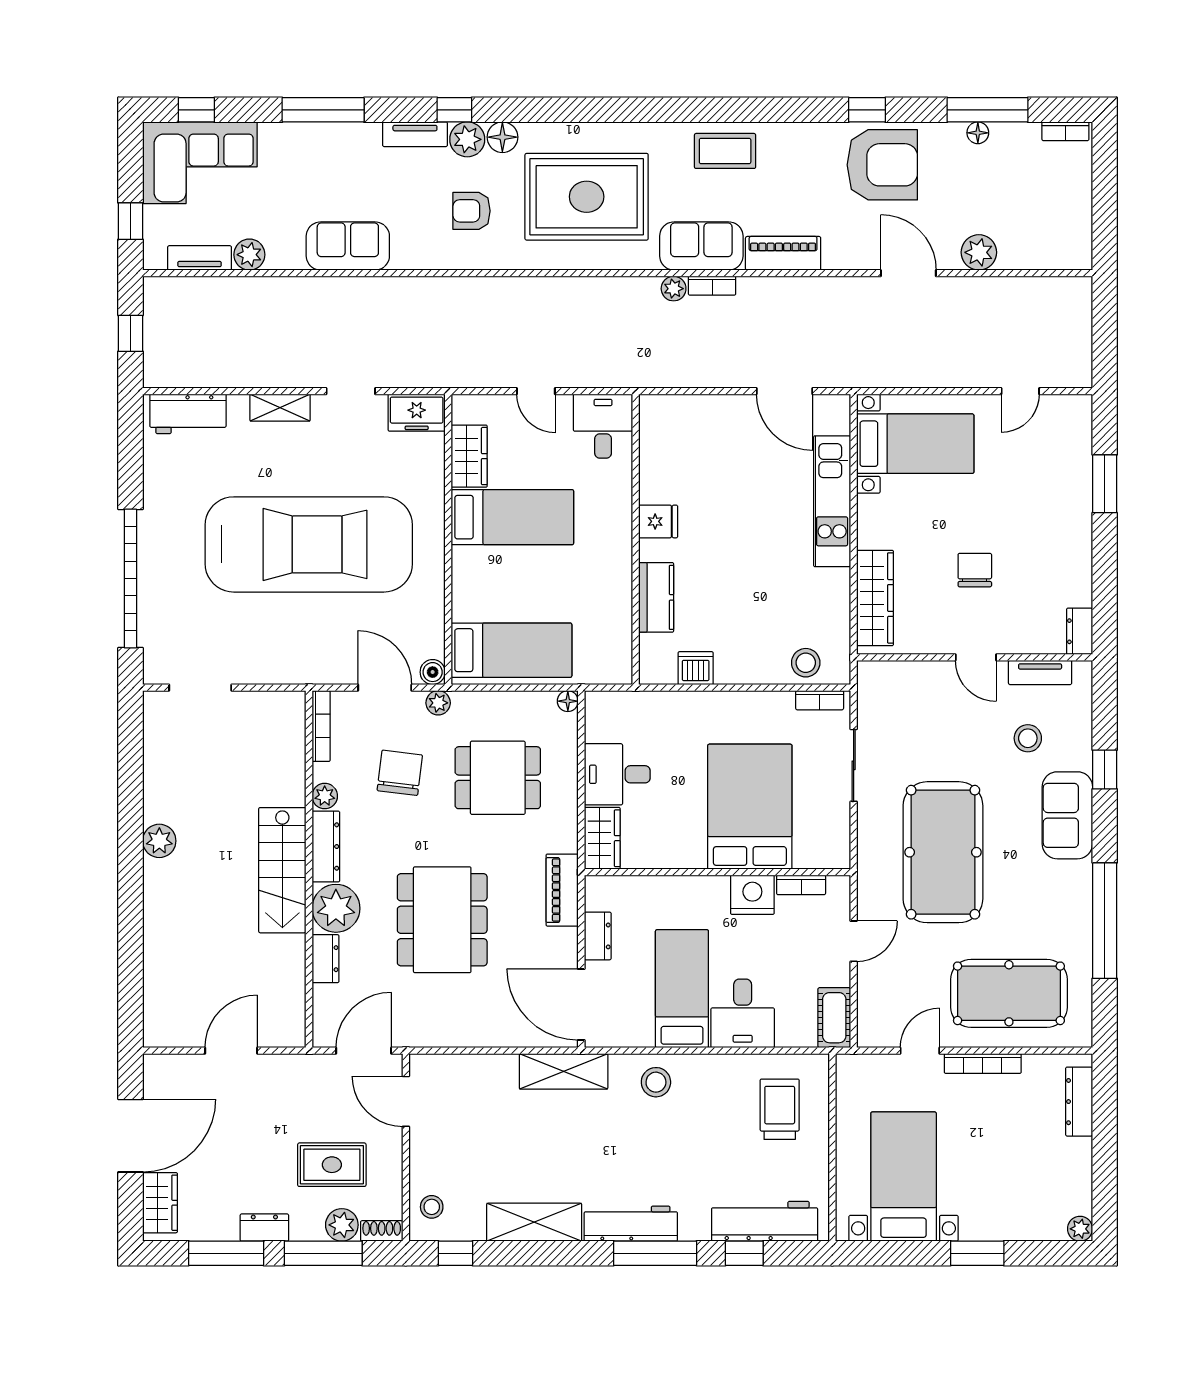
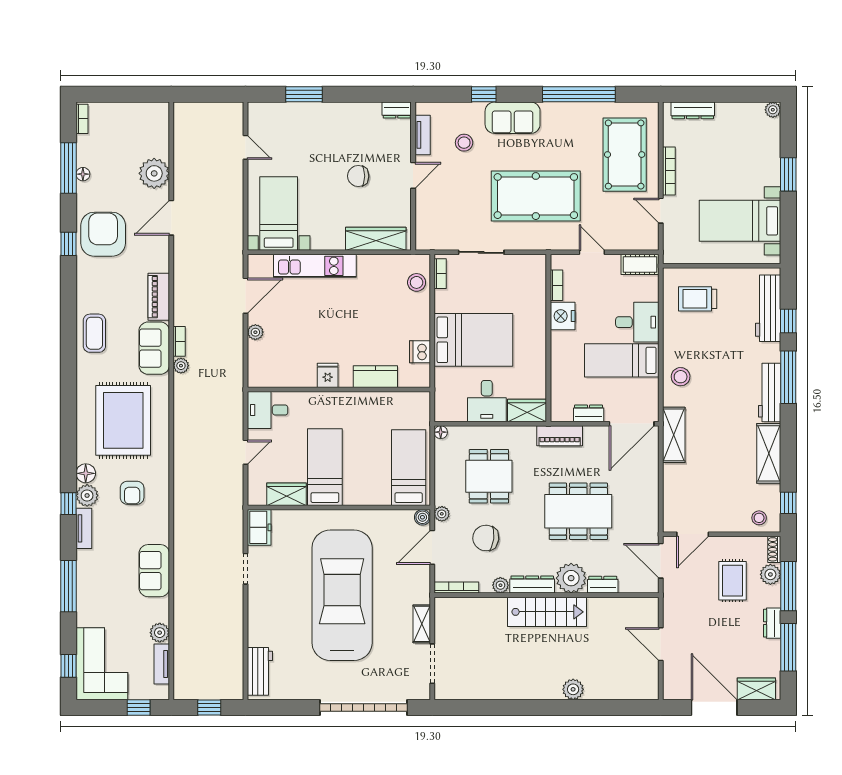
plant: (979, 252) -> (154, 173), width x1.36, depth x1.36
plant: (727, 407) -> (255, 332), added
shelving: (280, 408) -> (422, 624), moved
bed: (750, 807) -> (473, 340), moved, turned 180
plant: (159, 841) -> (573, 689), moved

